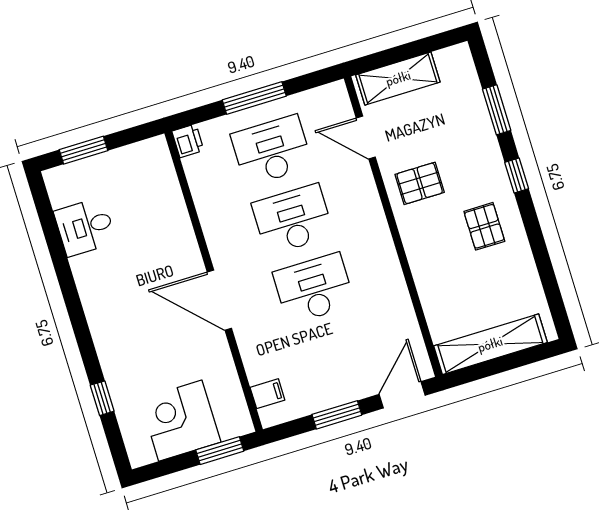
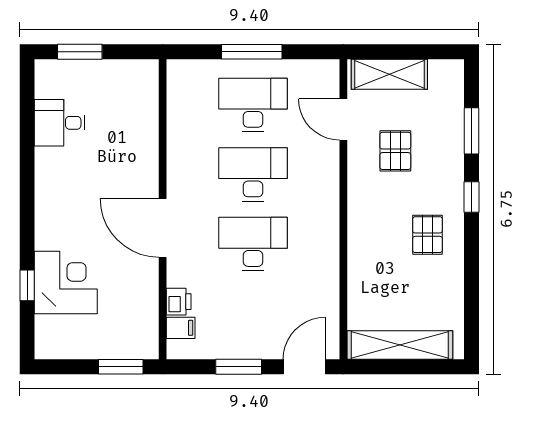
printer: (188, 141) -> (179, 302), moved
pallet: (420, 183) -> (395, 151), moved, turned 90
corner desk: (180, 421) -> (66, 283), moved, turned 90

